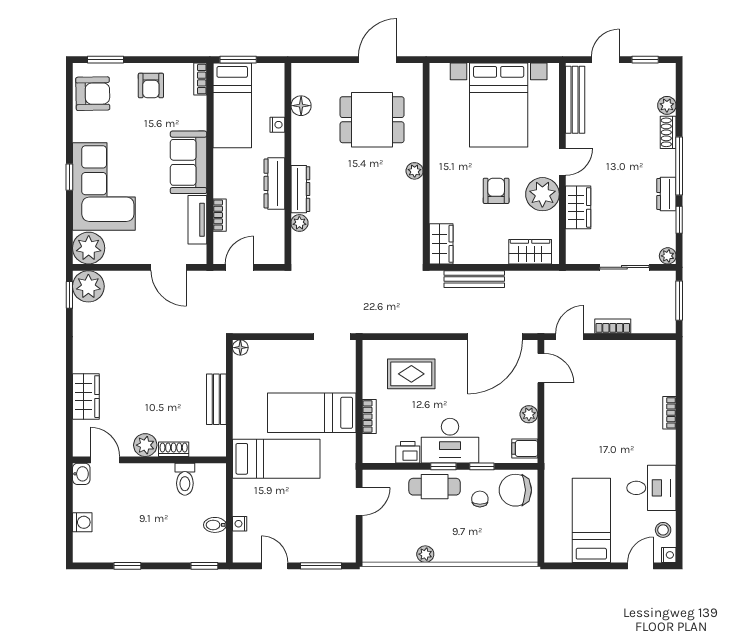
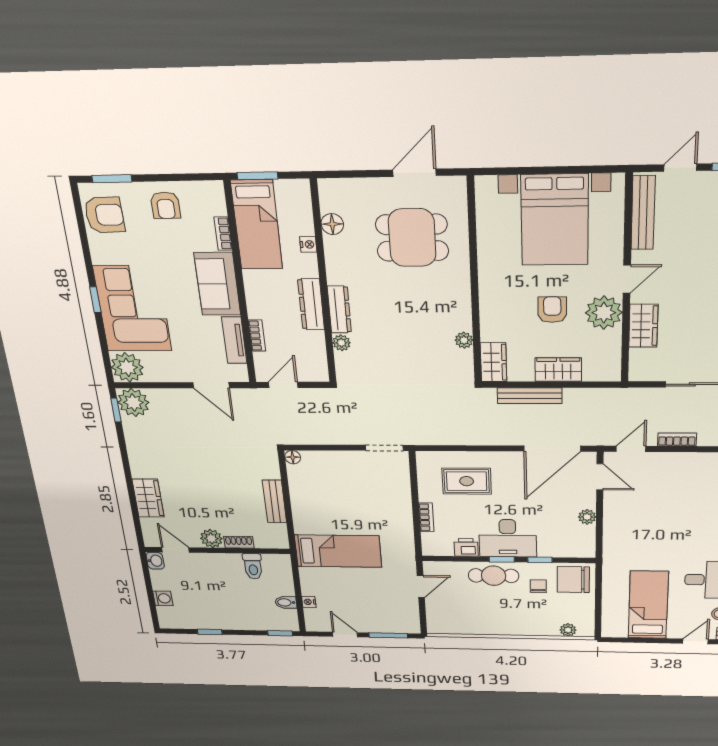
bookcase: (200, 79) -> (223, 234), moved
plant: (415, 171) -> (464, 340), moved
wardrobe: (530, 252) -> (558, 370), moved
bed: (312, 413) -> (369, 514), removed
filing cabinet: (525, 449) -> (583, 546), removed
plant: (425, 554) -> (568, 630), moved

